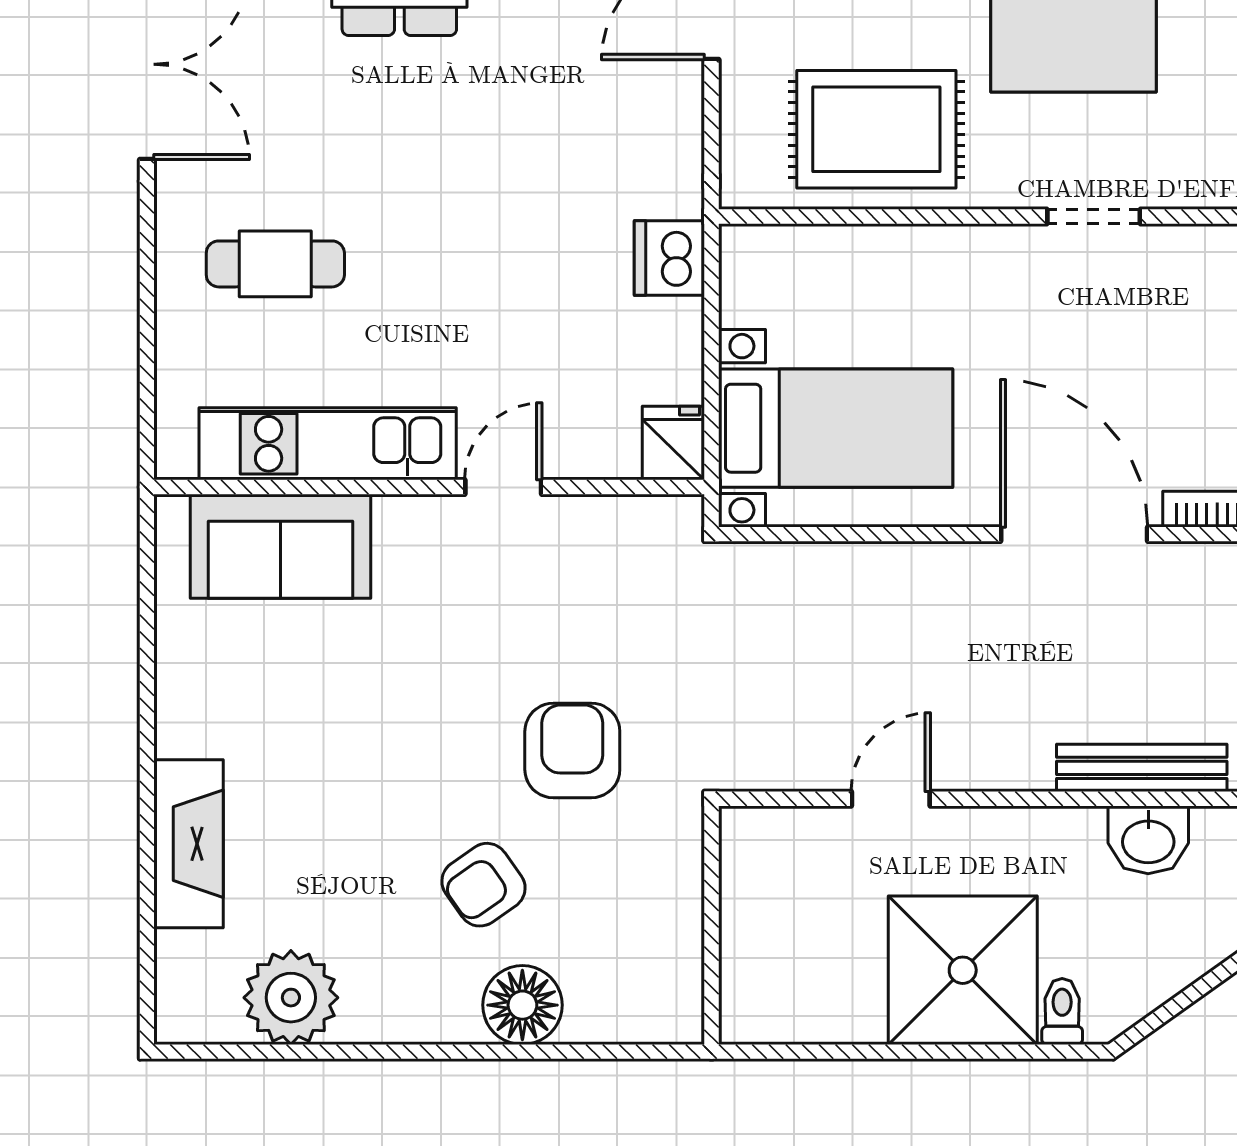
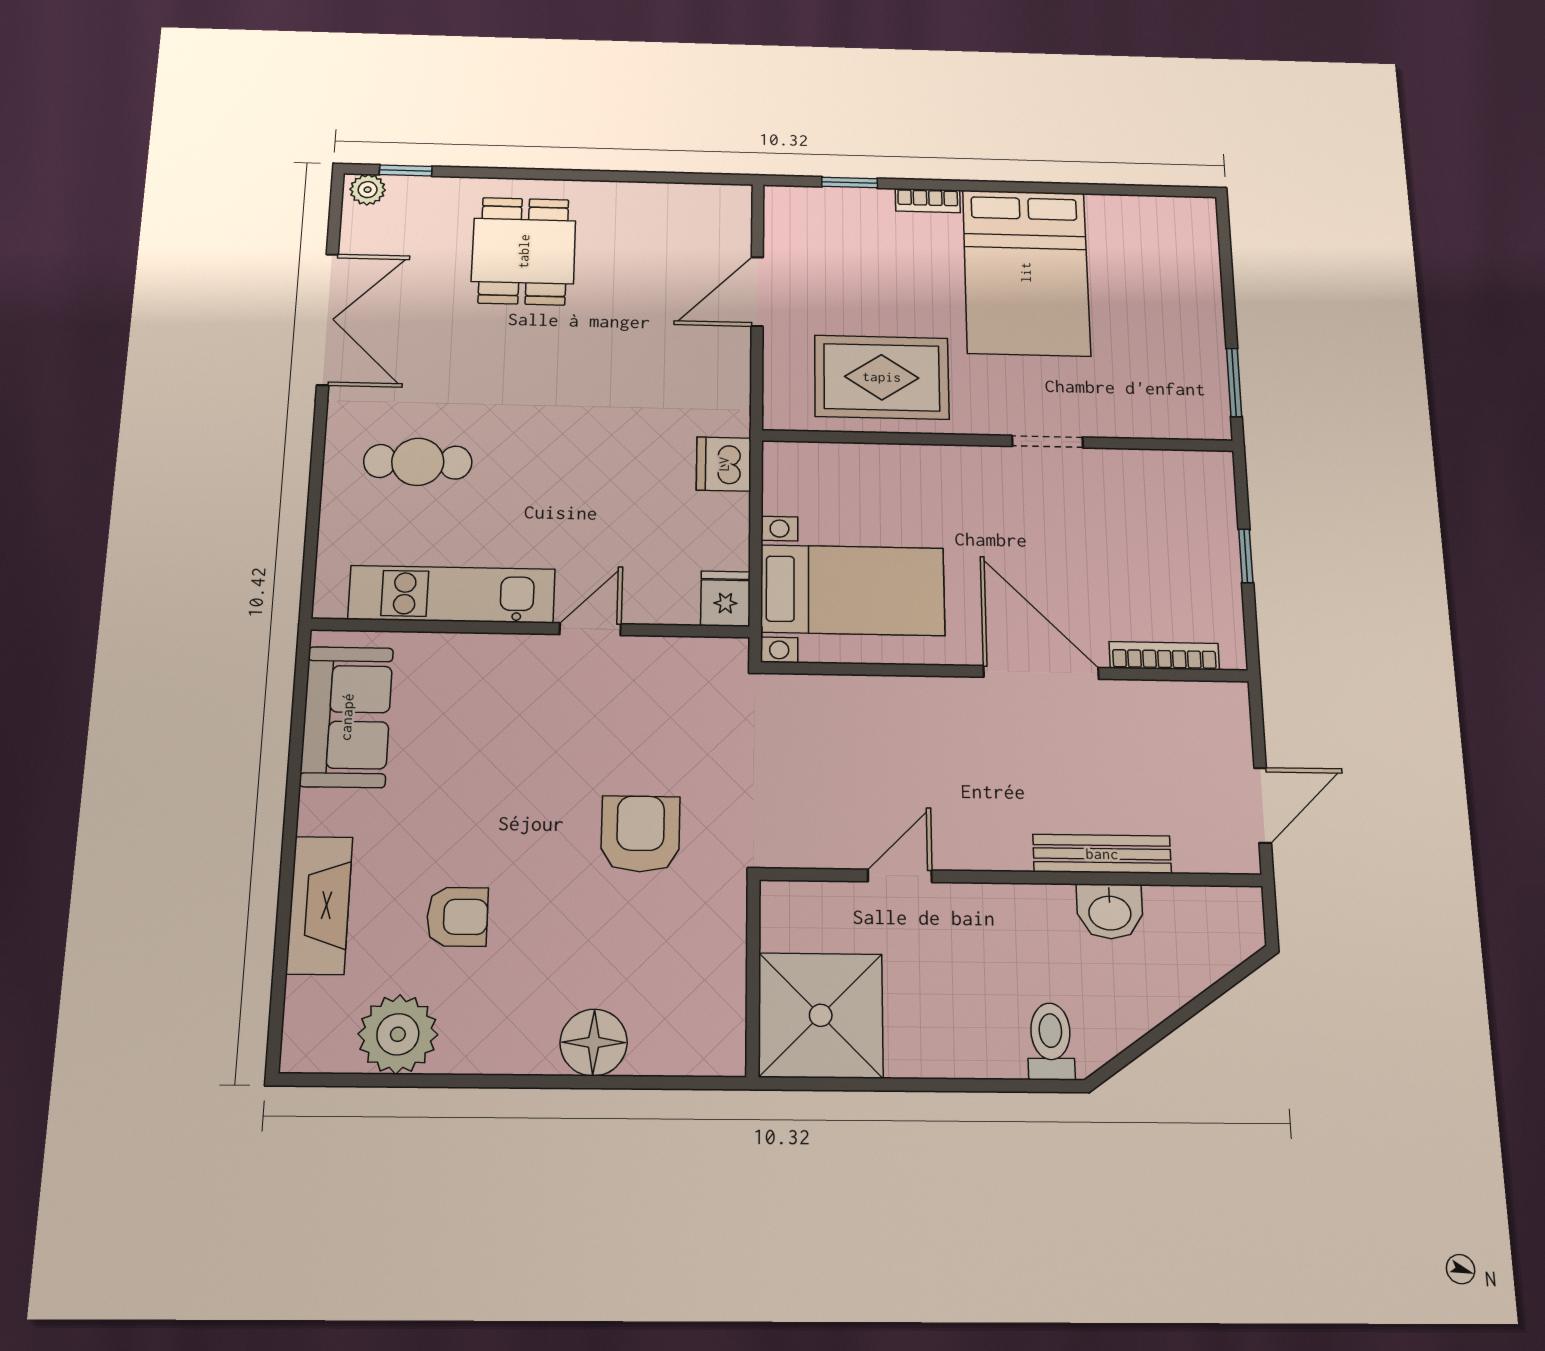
sofa: (281, 546) -> (347, 717), moved, turned -90
armchair: (483, 885) -> (457, 917), moved, turned -145
shower: (963, 970) -> (821, 1015), moved
toilet: (1062, 1011) -> (1051, 1041), width x1.37, depth x1.39

